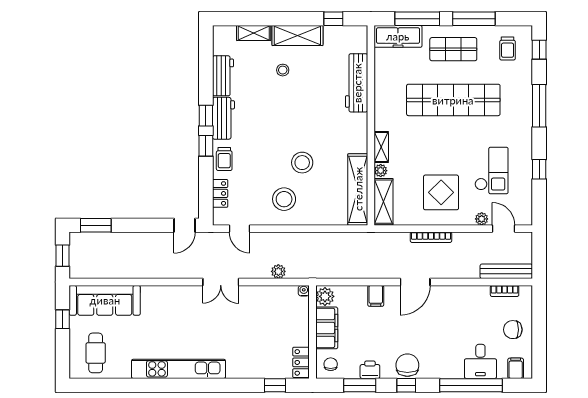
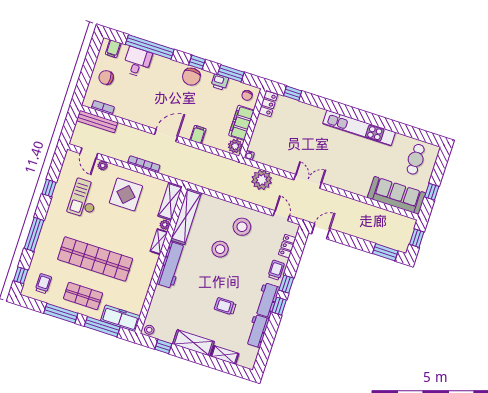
stool: (283, 70) -> (149, 330), moved
workbench: (357, 83) -> (171, 265), moved
trolley: (273, 94) -> (225, 306), added
plant: (278, 271) -> (262, 180), width x1.87, depth x1.87
chair: (513, 330) -> (106, 77), turned 180

